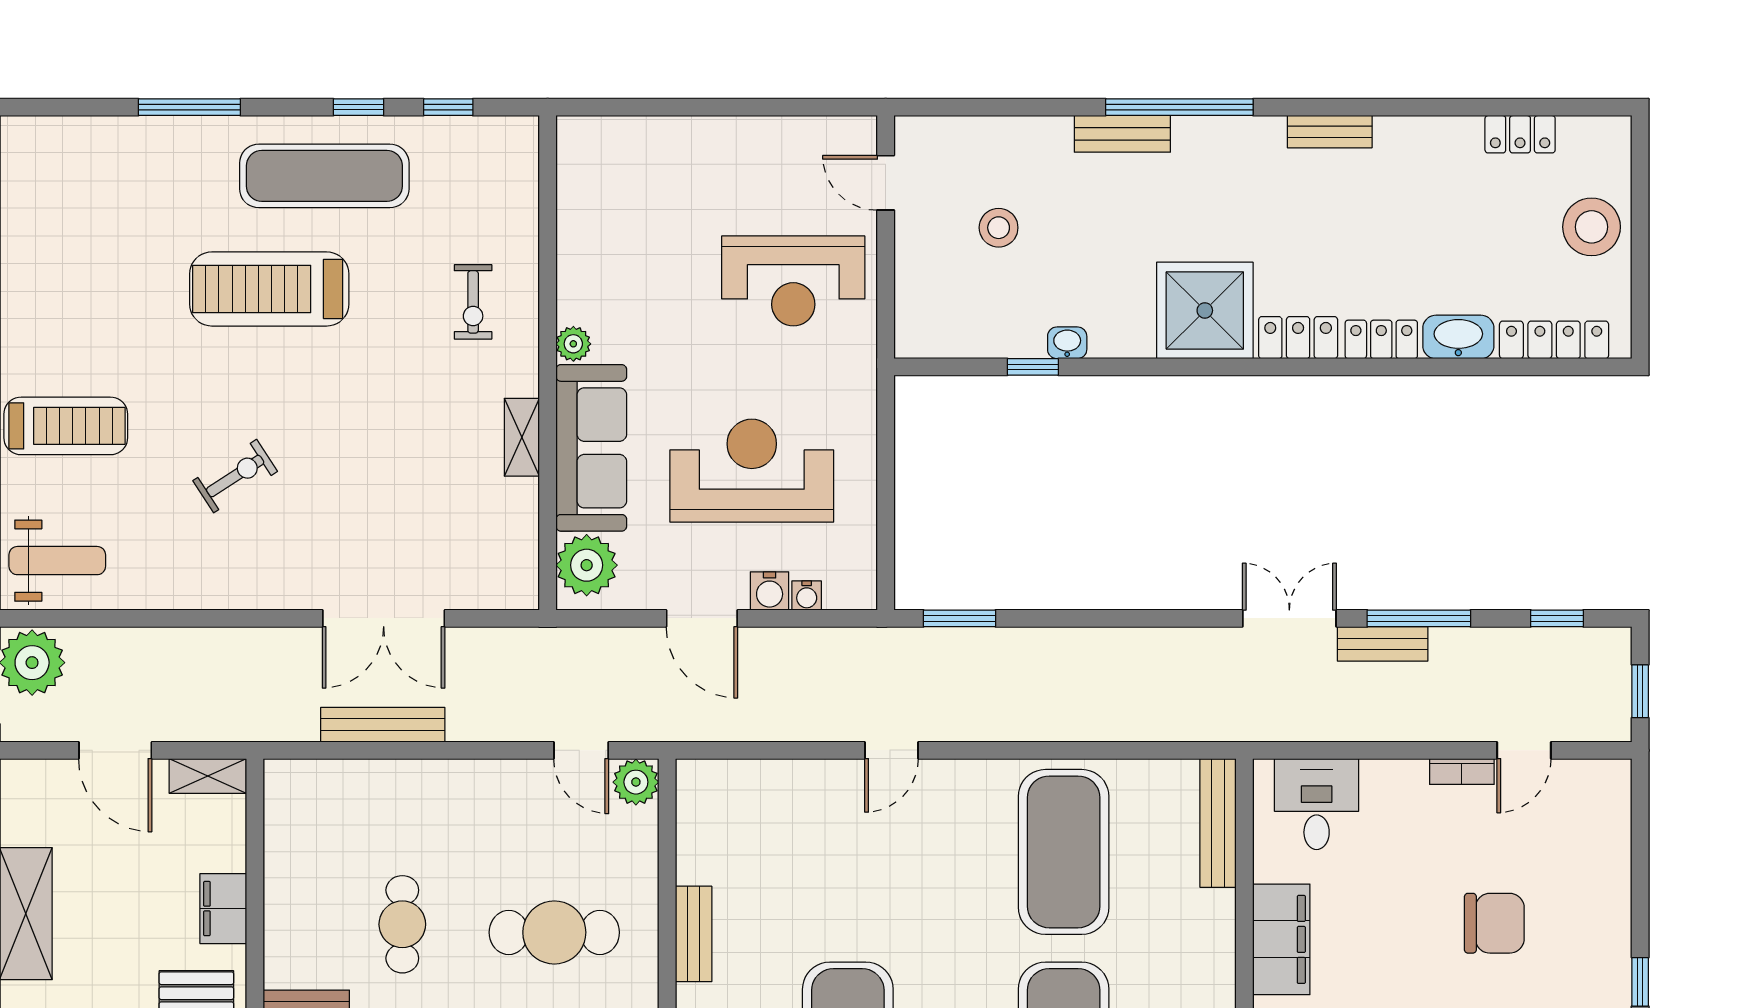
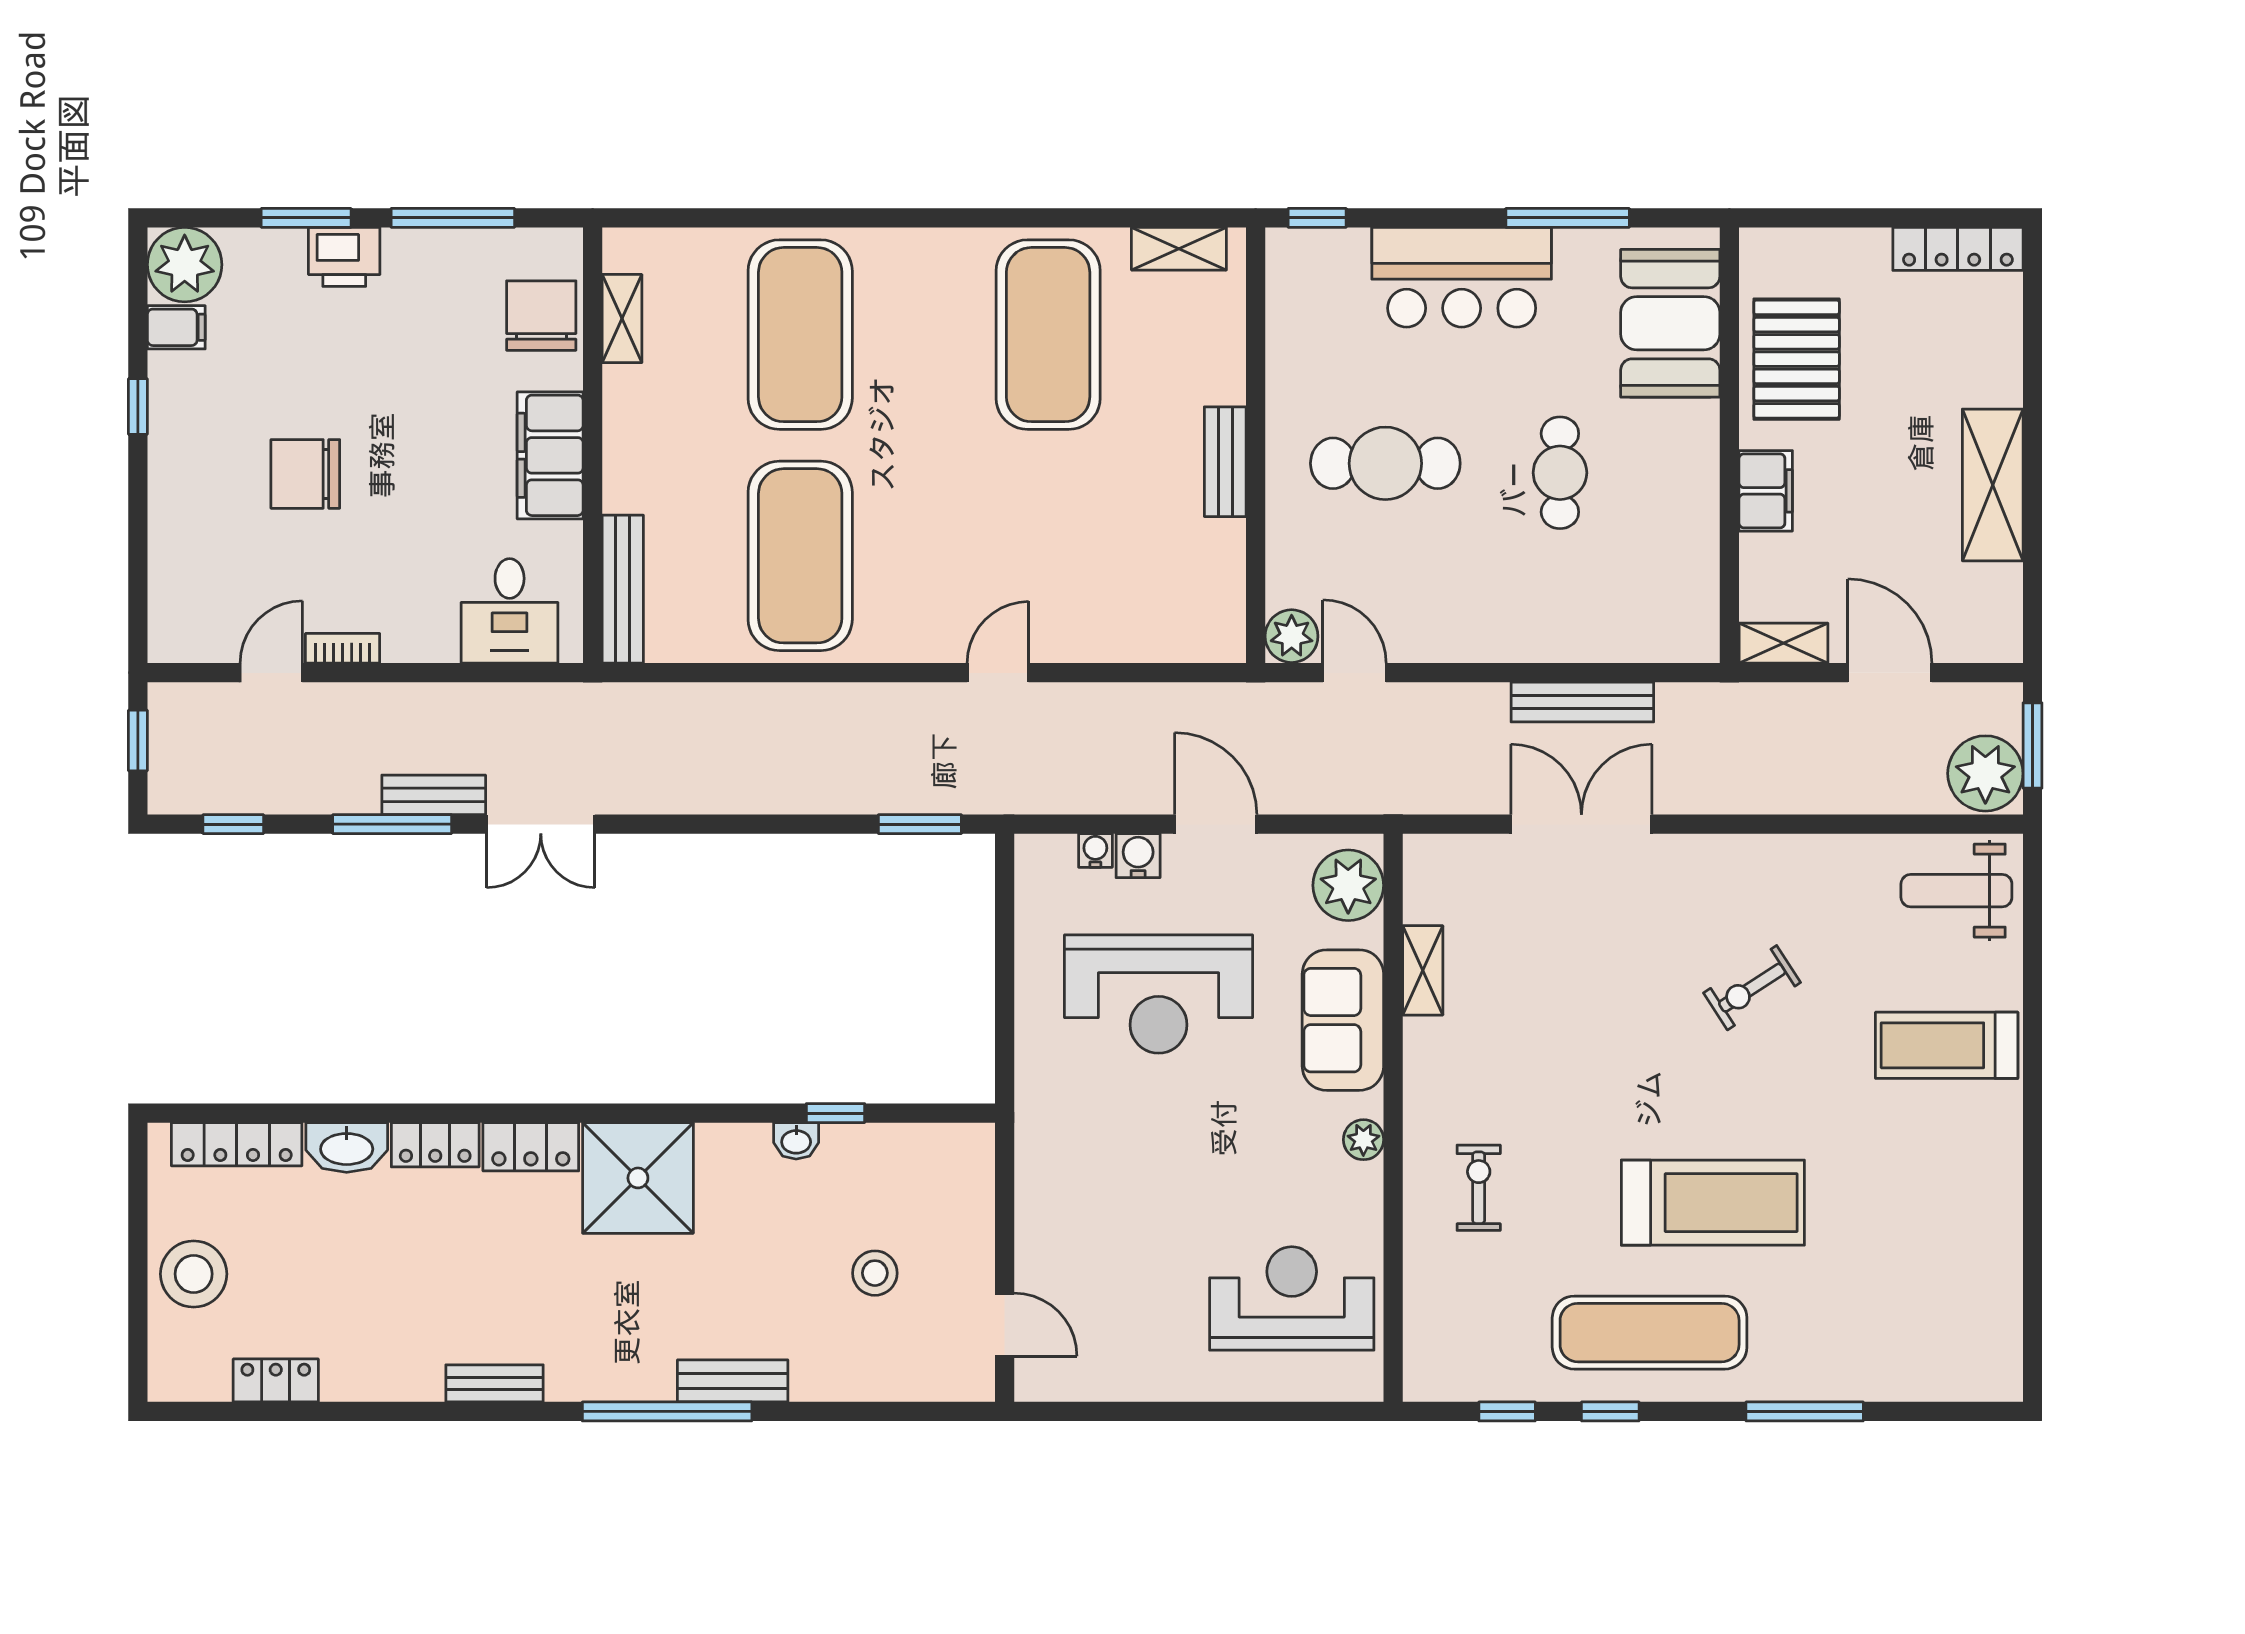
reception desk: (793, 281) -> (1292, 1298), moved
shelving: (522, 437) -> (1423, 970), moved
sofa: (591, 448) -> (1343, 1020), width x0.73

